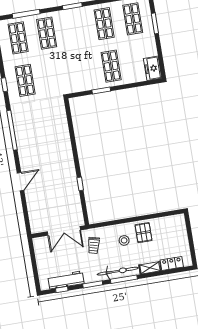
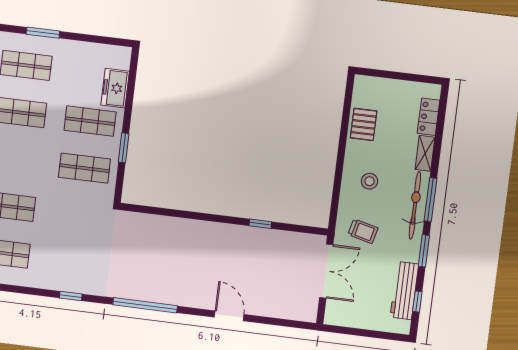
freezer: (153, 68) -> (115, 88), moved, turned 90
shop shelf: (25, 80) -> (84, 168), moved
pallet: (144, 233) -> (364, 124), moved, turned 90

